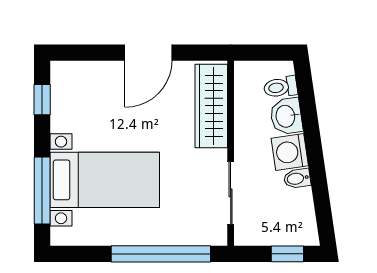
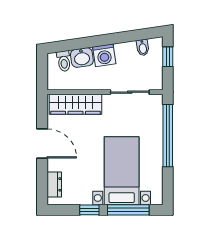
dresser: (83, 72) -> (54, 184), added
window: (42, 100) -> (89, 210), moved
bidet: (297, 178) -> (143, 47), moved

